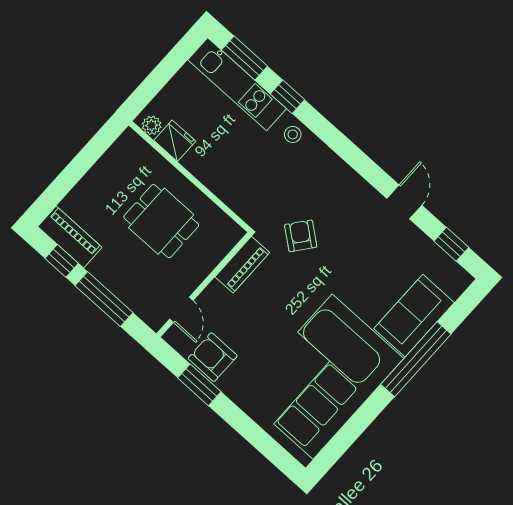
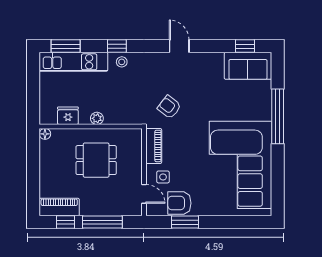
window: (287, 97) -> (117, 46), moved
plant: (152, 125) -> (97, 118), moved
floor lamp: (129, 138) -> (45, 134), added
door: (404, 202) -> (179, 46), moved
side table: (221, 310) -> (163, 177), added
sofa: (414, 316) -> (248, 66), moved, turned -90

